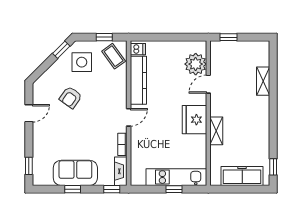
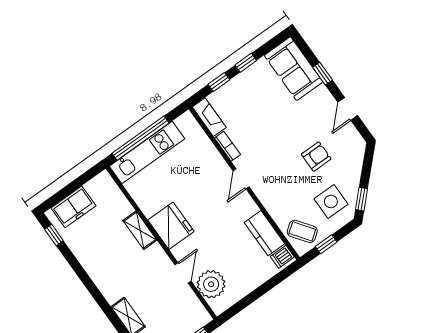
kitchen counter: (138, 80) -> (265, 233), width x0.67
armchair: (71, 97) -> (316, 157), turned 55
window: (29, 166) -> (323, 74), moved
sofa: (75, 173) -> (294, 69), moved, turned 90
freezer: (242, 176) -> (73, 207), width x0.71
window: (112, 189) -> (219, 82), moved
window: (174, 189) -> (141, 138), width x3.17

